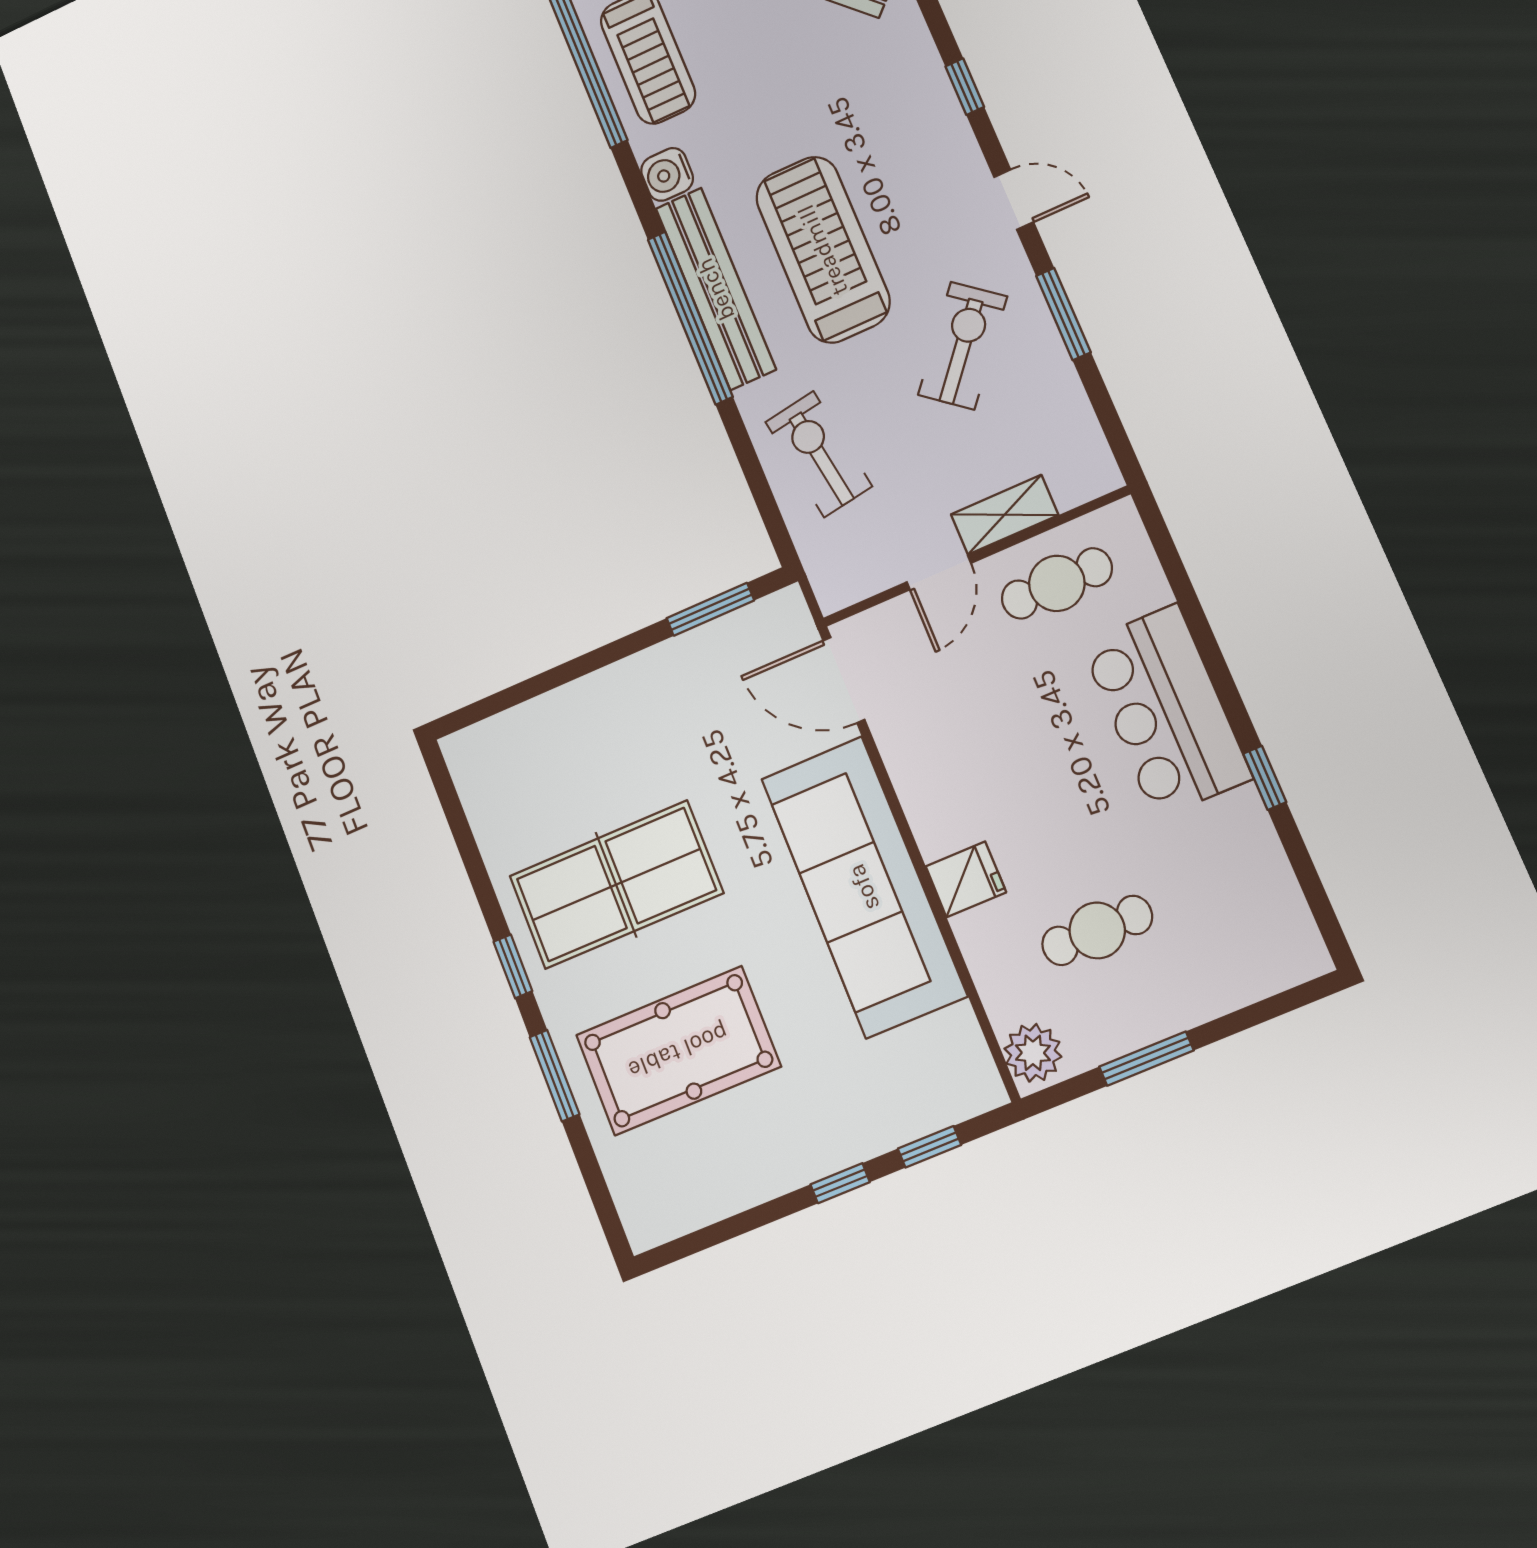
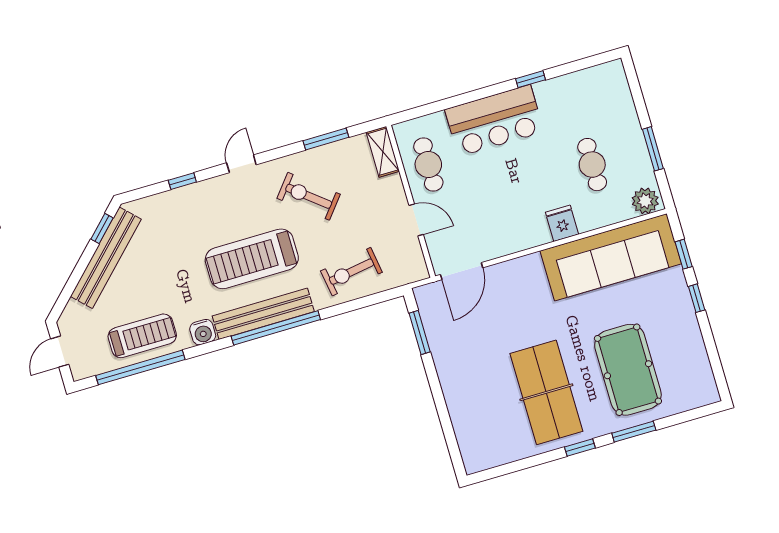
window: (1063, 314) -> (326, 139), moved
shelving: (1005, 515) -> (383, 152), moved
sofa: (864, 887) -> (611, 257), moved

